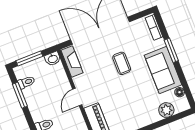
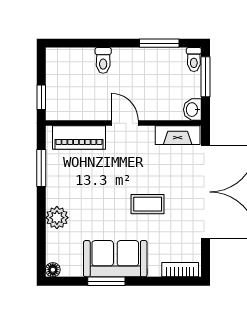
window: (171, 50) -> (106, 281), moved
toilet: (26, 82) -> (194, 59), moved
floor lamp: (180, 92) -> (53, 270), moved
plant: (166, 110) -> (57, 218), moved

